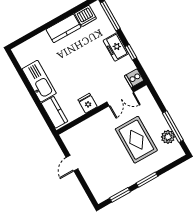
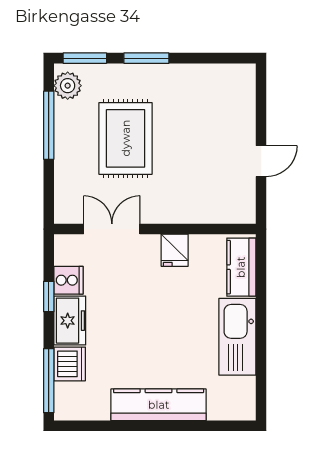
dishwasher: (85, 16) -> (70, 364), moved, turned 90
kitchen counter: (64, 28) -> (159, 405), width x1.50
cooker: (134, 78) -> (69, 280), moved
plant: (168, 137) -> (68, 86), moved
window: (120, 195) -> (85, 58), moved

